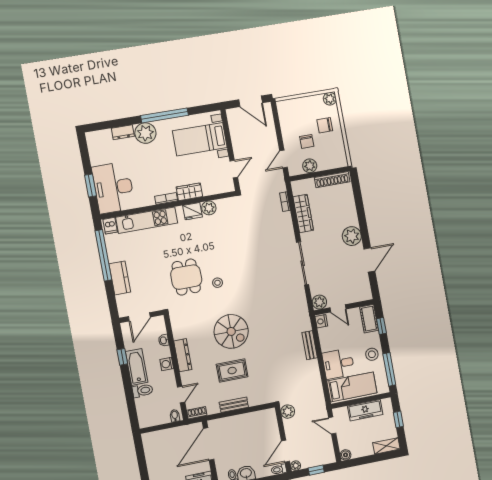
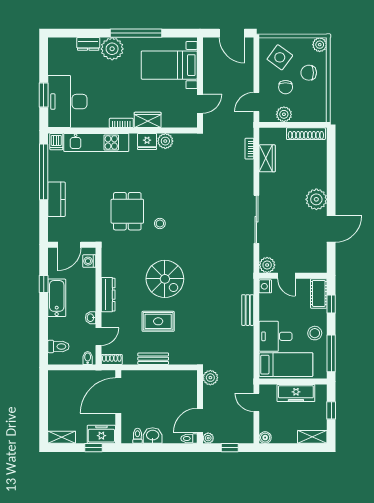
side table: (297, 116) -> (280, 57), added
wardrobe: (303, 214) -> (267, 158), width x0.67
washbasin: (164, 340) -> (91, 318), moved
washing machine: (167, 364) -> (89, 261), moved
toilet: (143, 391) -> (58, 346), moved

